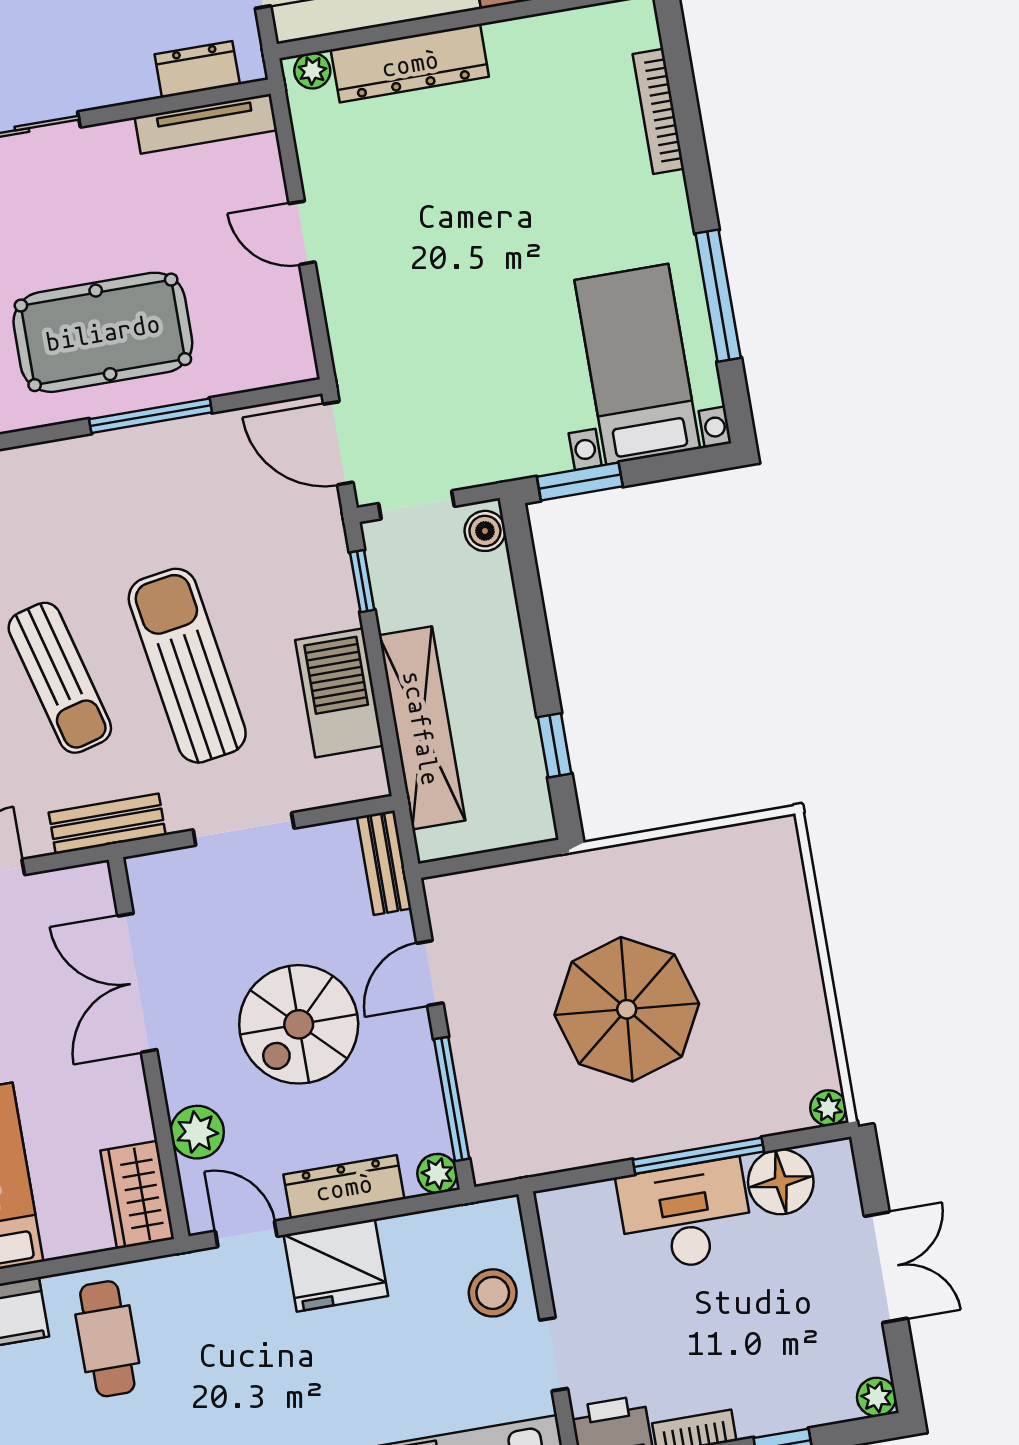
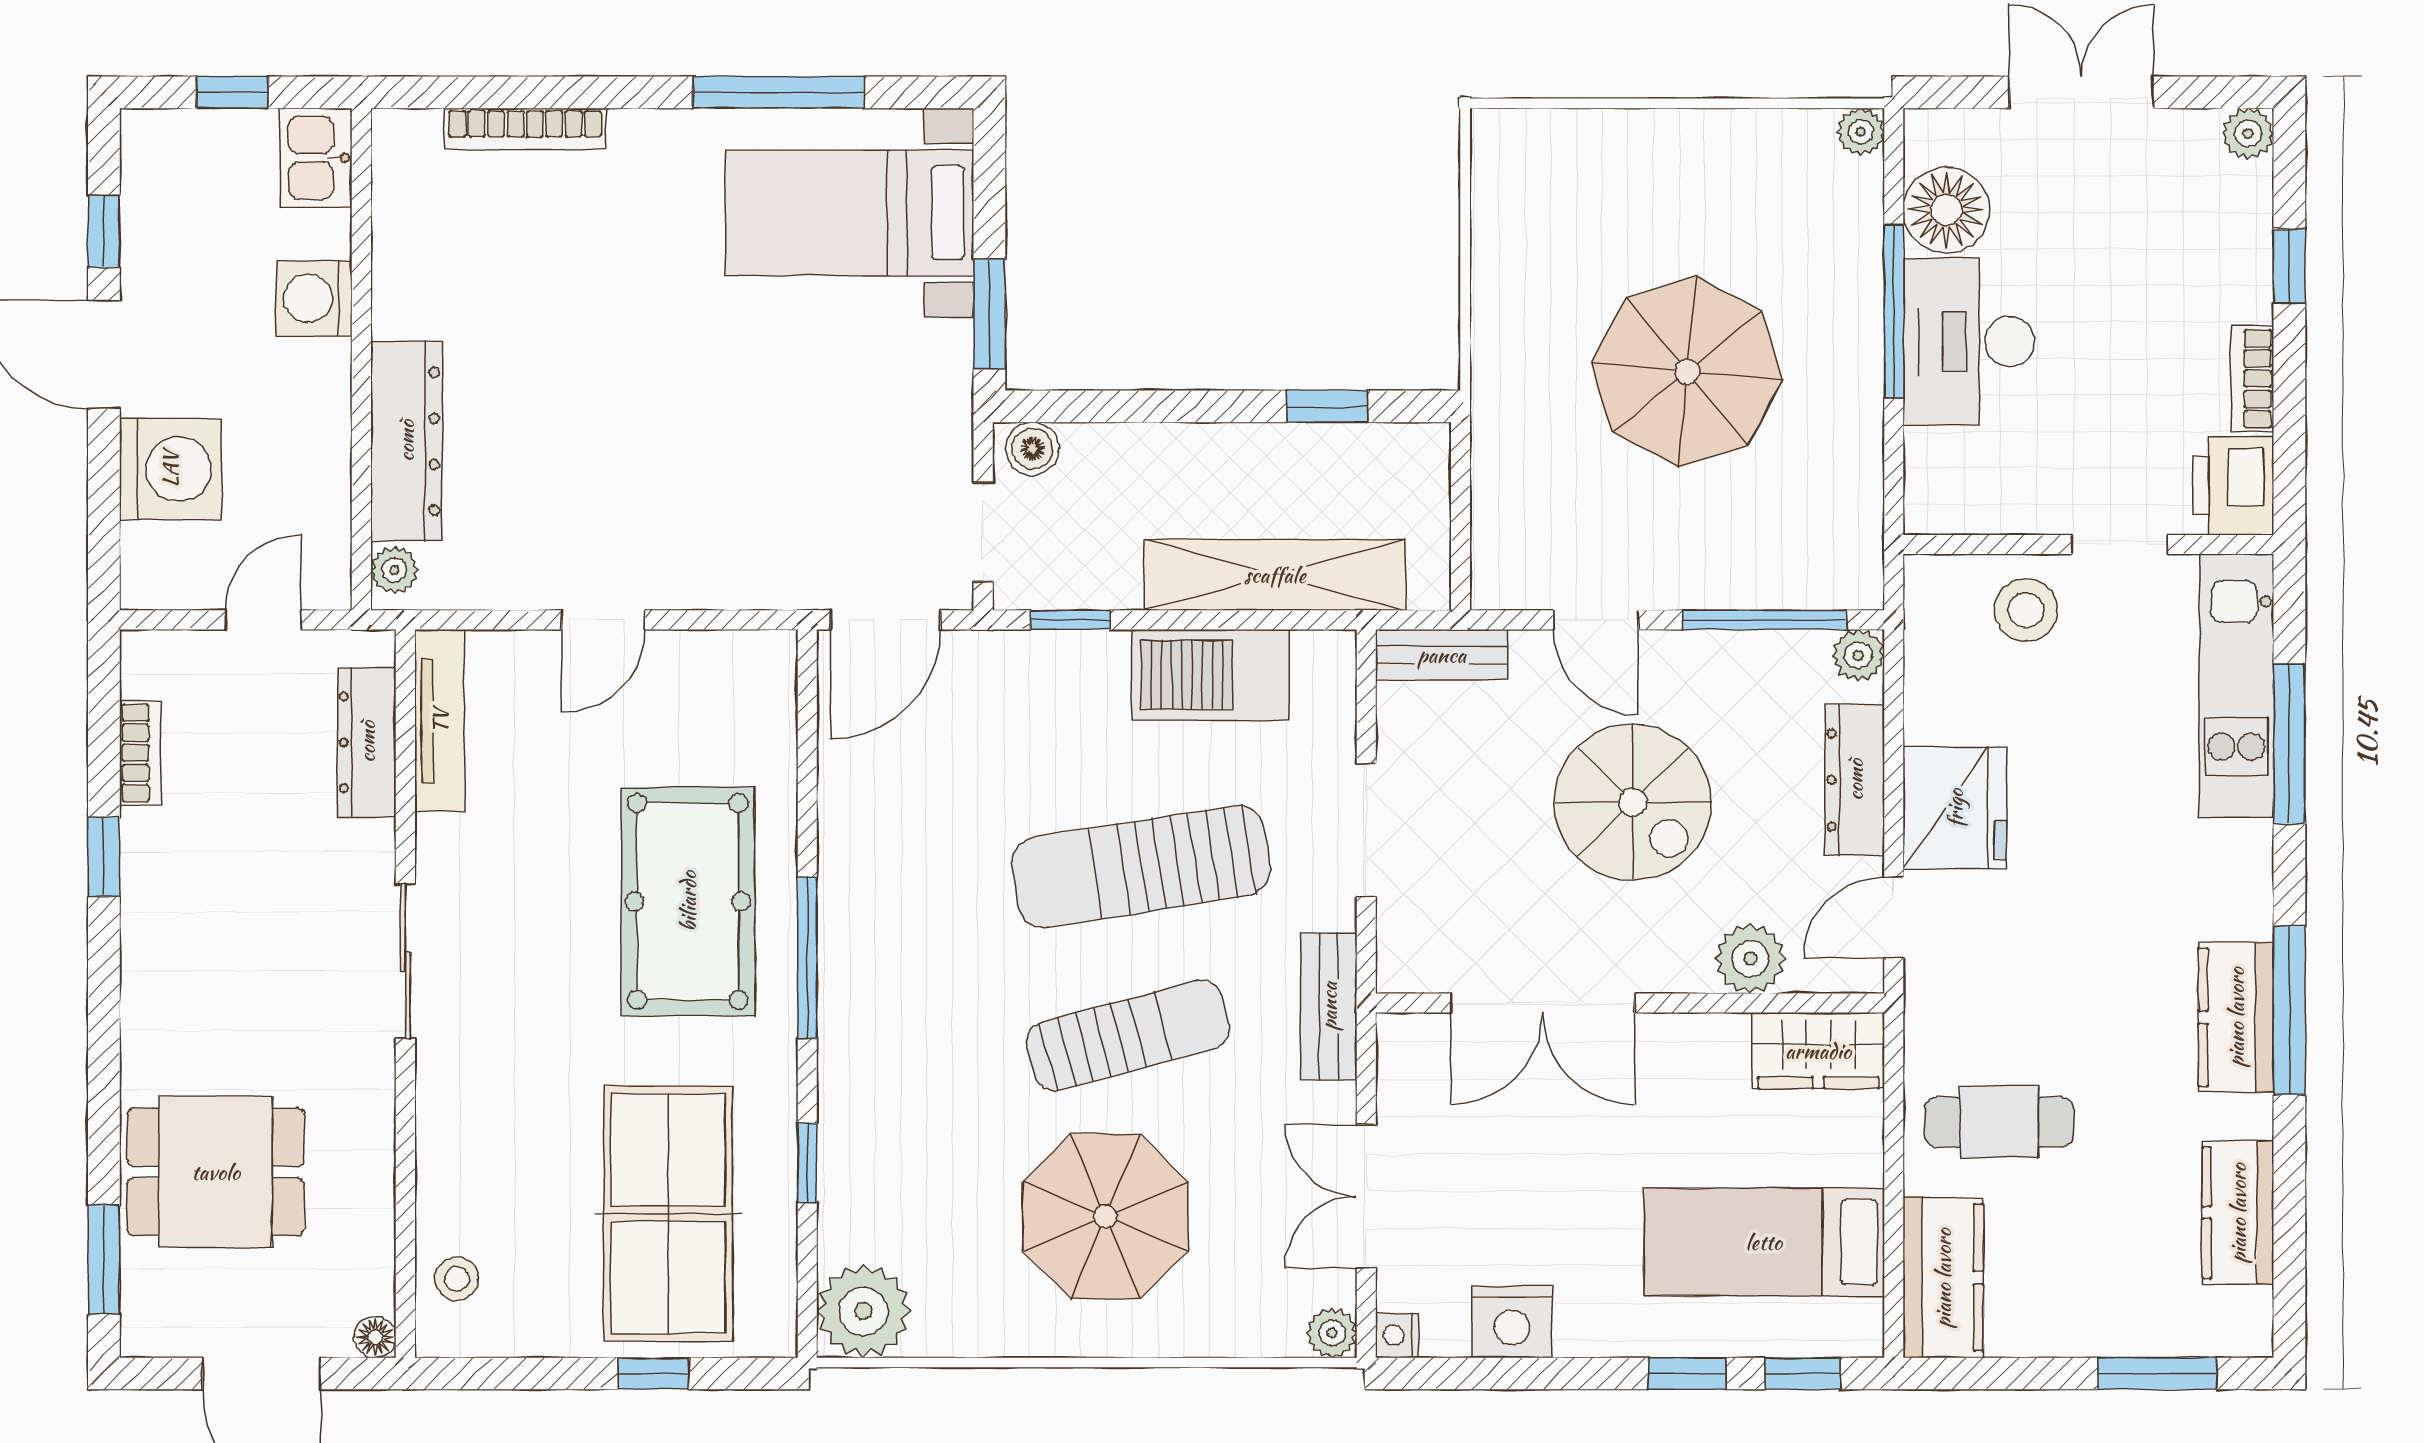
dresser: (197, 69) -> (367, 742), width x1.44
window: (151, 416) -> (807, 958), moved

